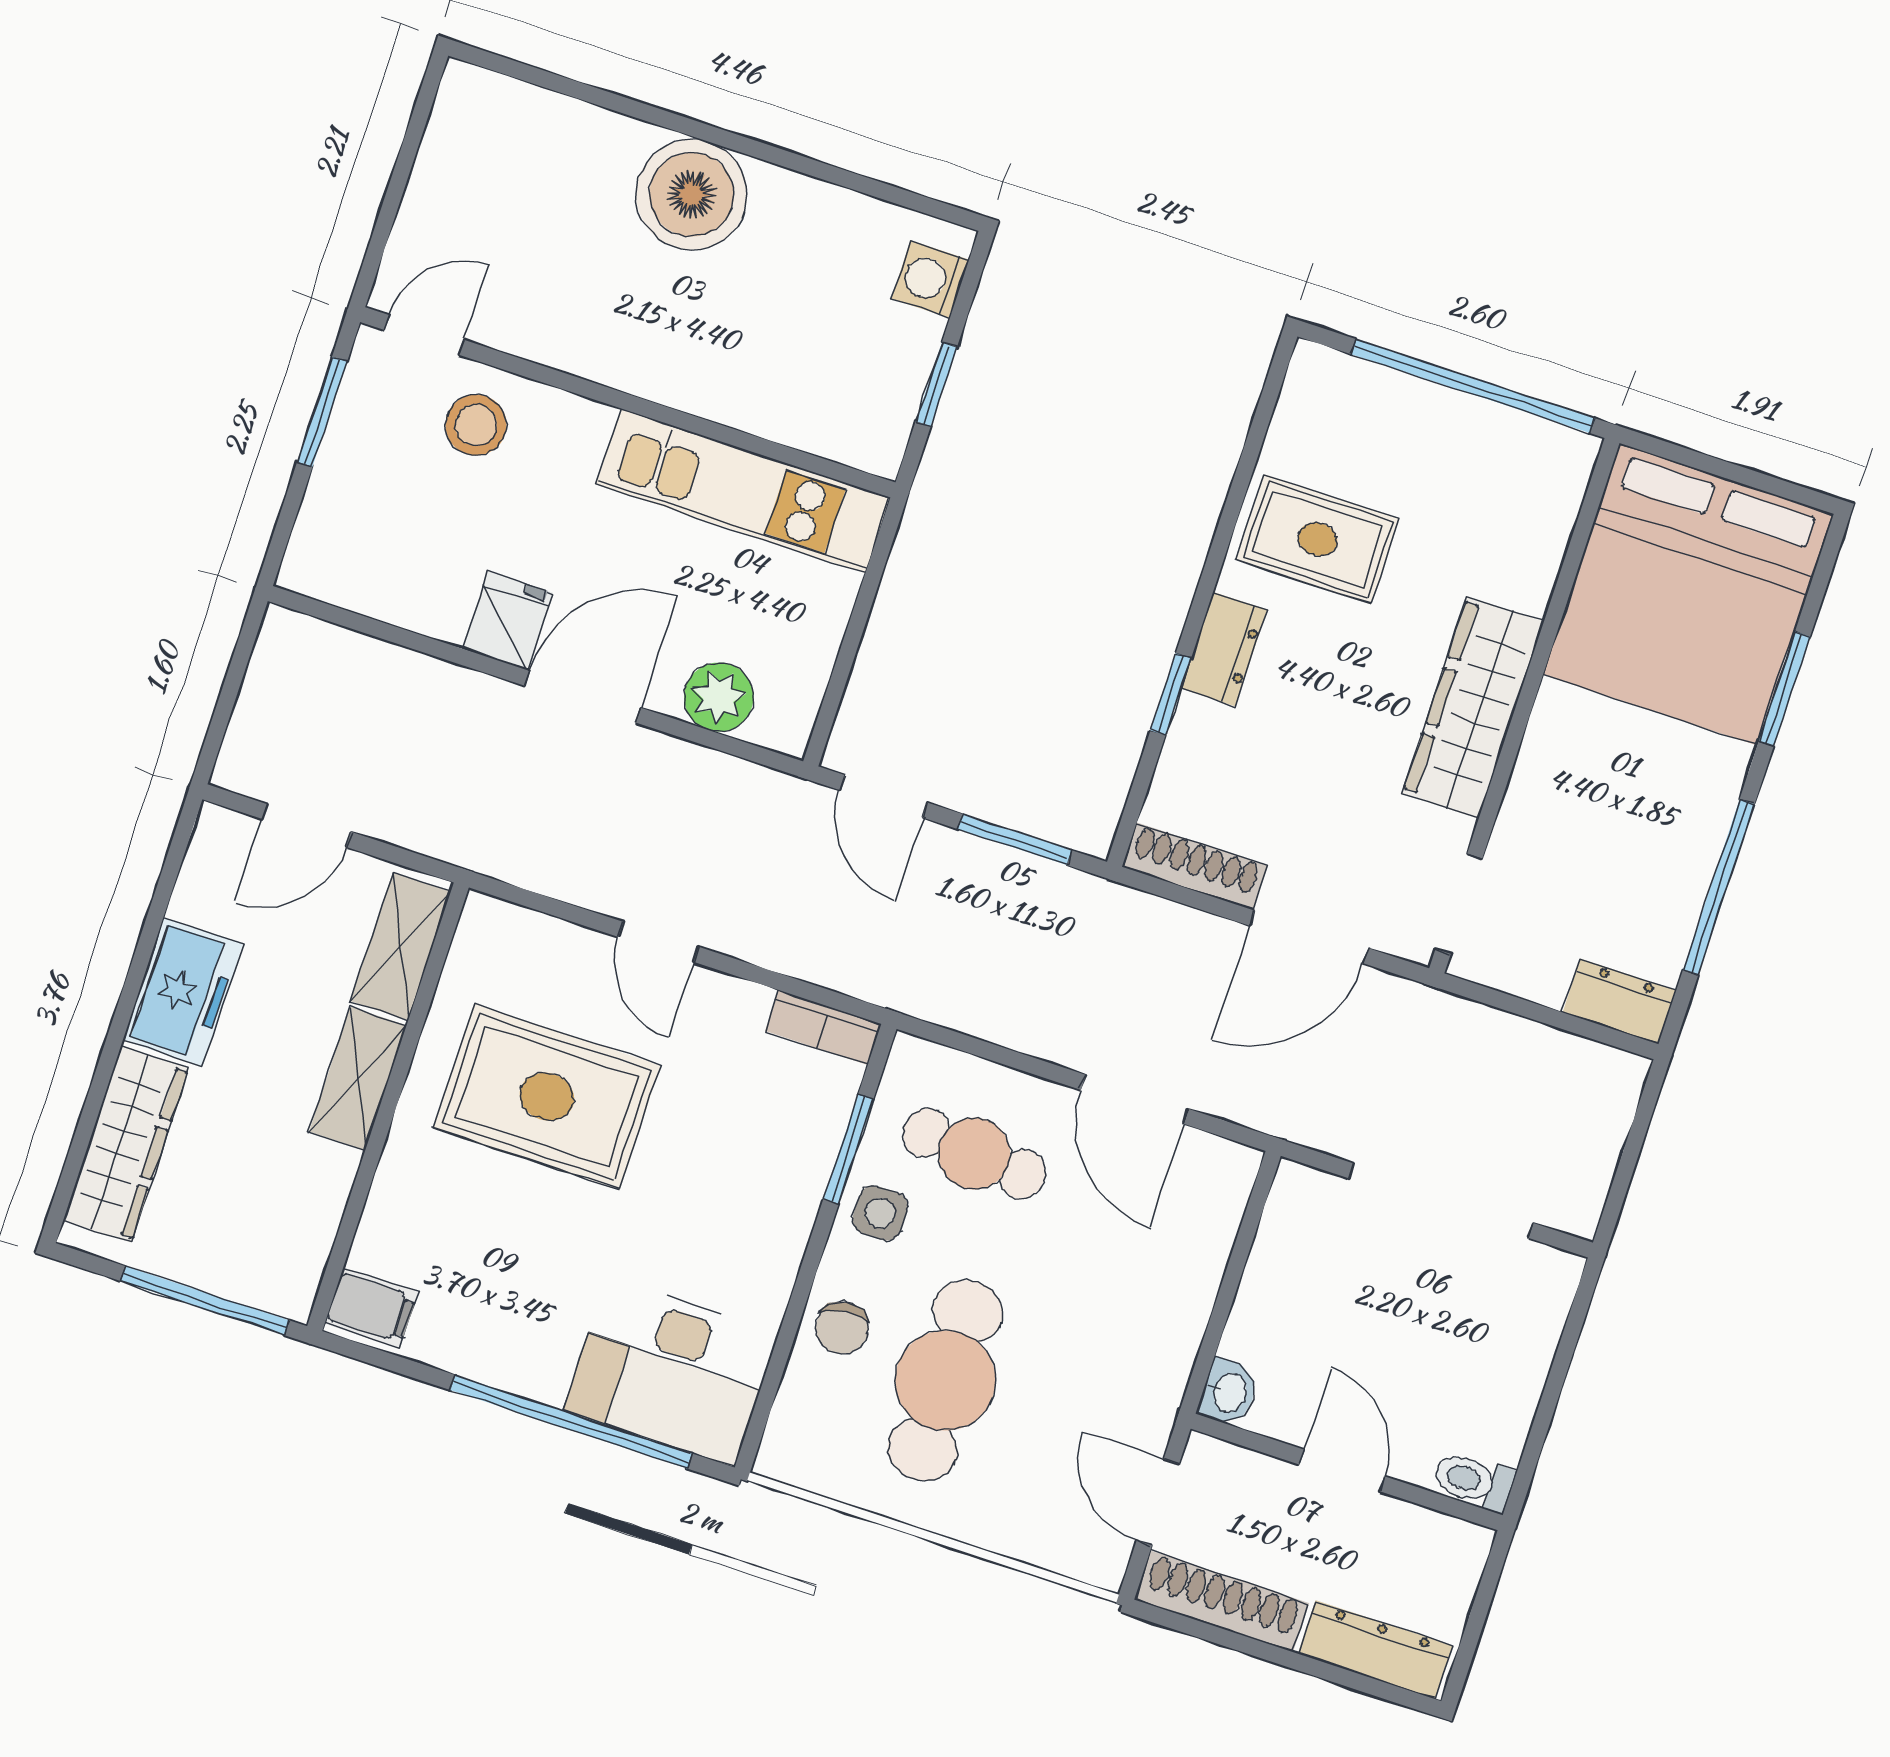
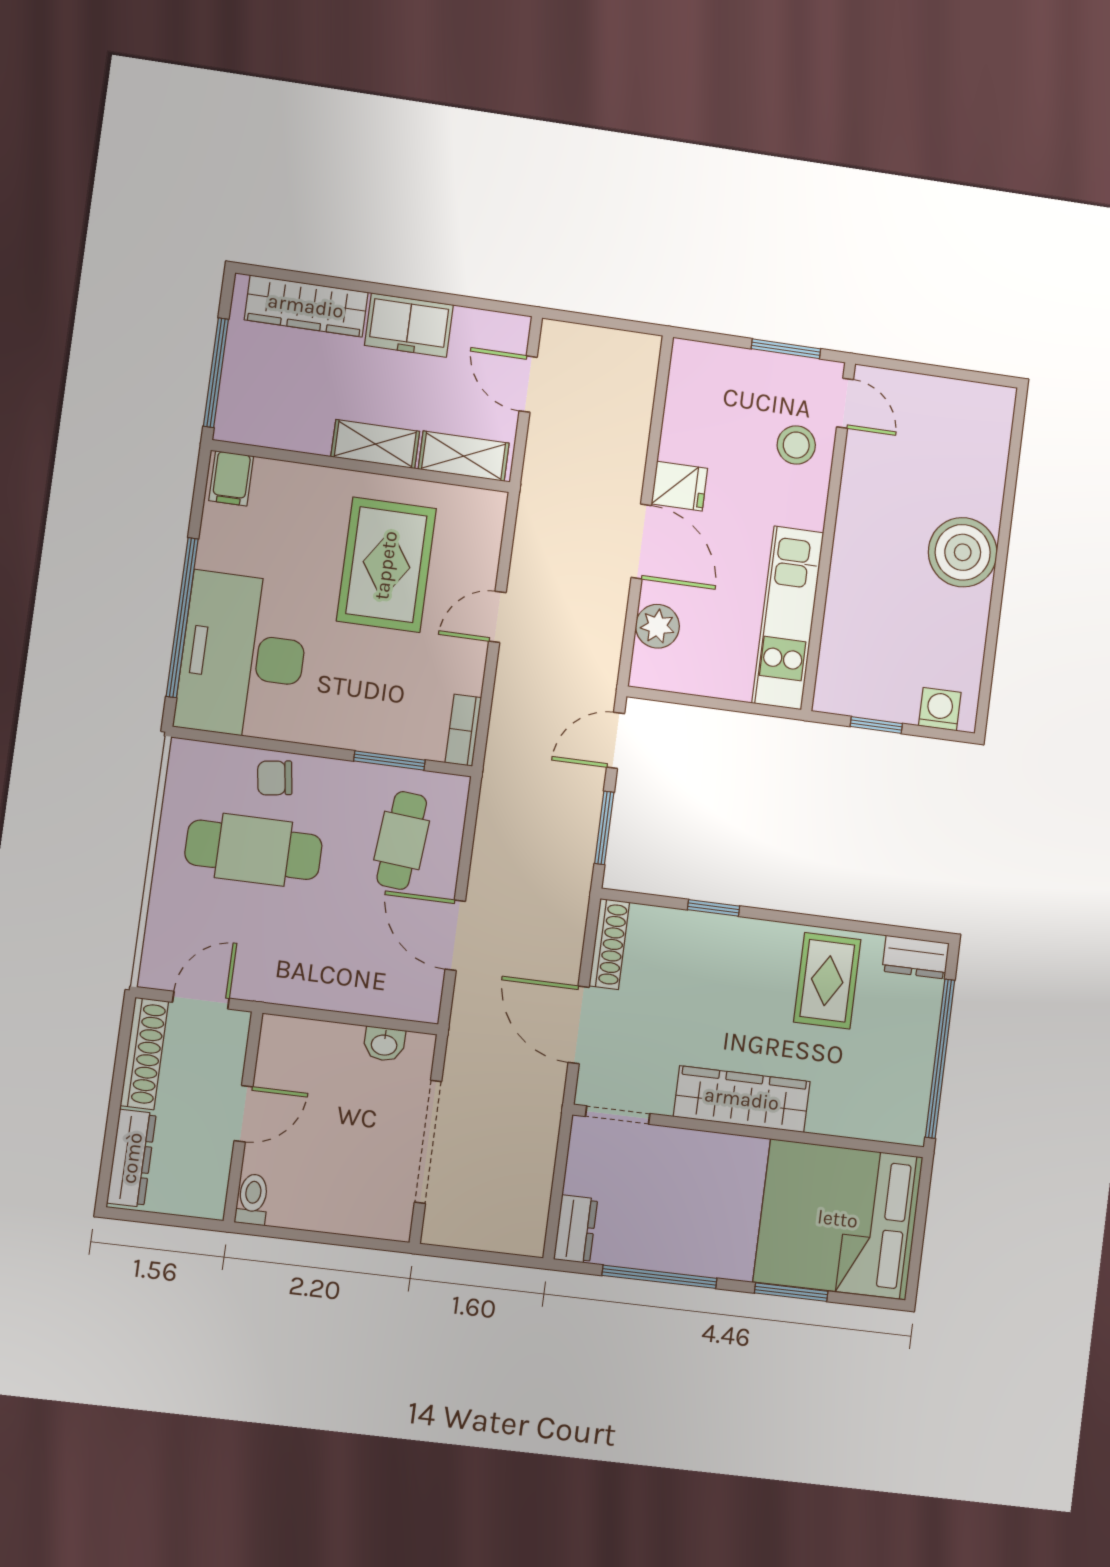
dresser: (1224, 649) -> (916, 957), moved
door: (1135, 1099) -> (455, 935), hinge flipped
side table: (880, 1213) -> (353, 788), removed
desk: (671, 1372) -> (243, 656), width x1.36, depth x1.30
washbasin: (1229, 1392) -> (384, 1044), moved

